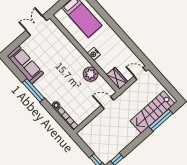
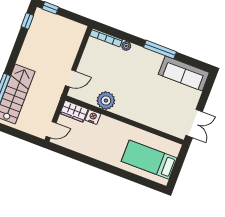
nightstand: (94, 54) -> (93, 117), moved

